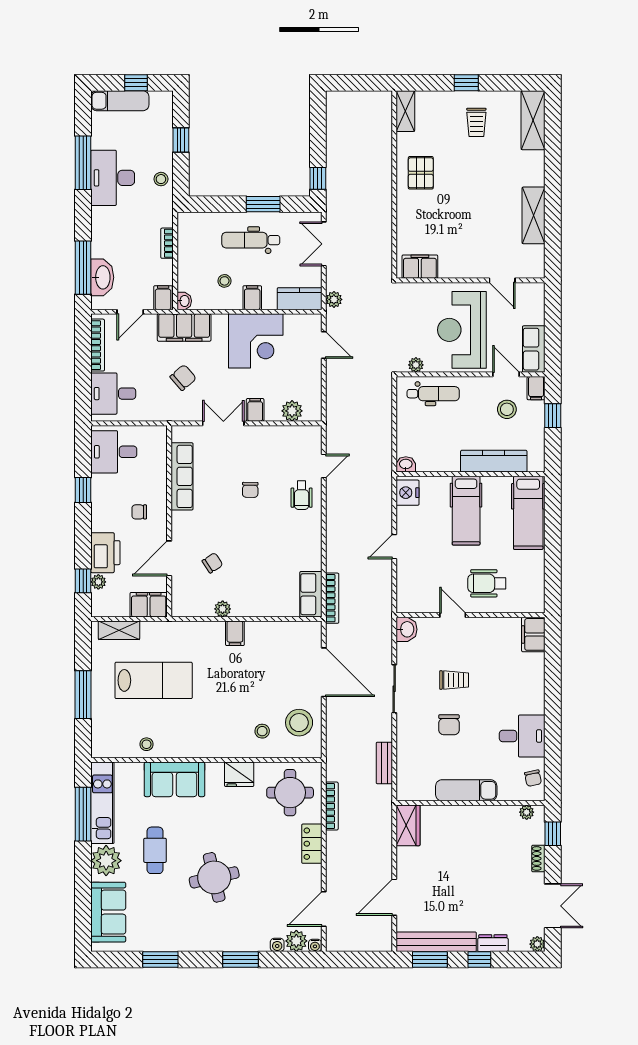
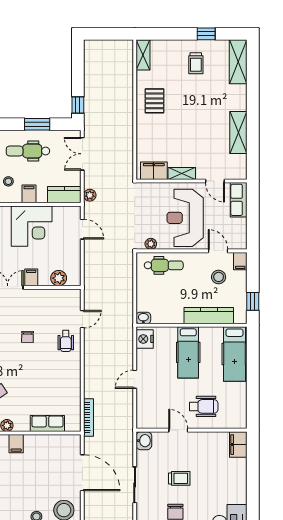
window: (466, 83) -> (206, 34), moved
shelving: (457, 270) -> (182, 173), added
row of seats: (534, 349) -> (239, 200), moved
window: (553, 416) -> (253, 301), moved
wheelchair: (487, 583) -> (204, 406), turned 180
row of seats: (311, 594) -> (47, 423), moved, turned 90

